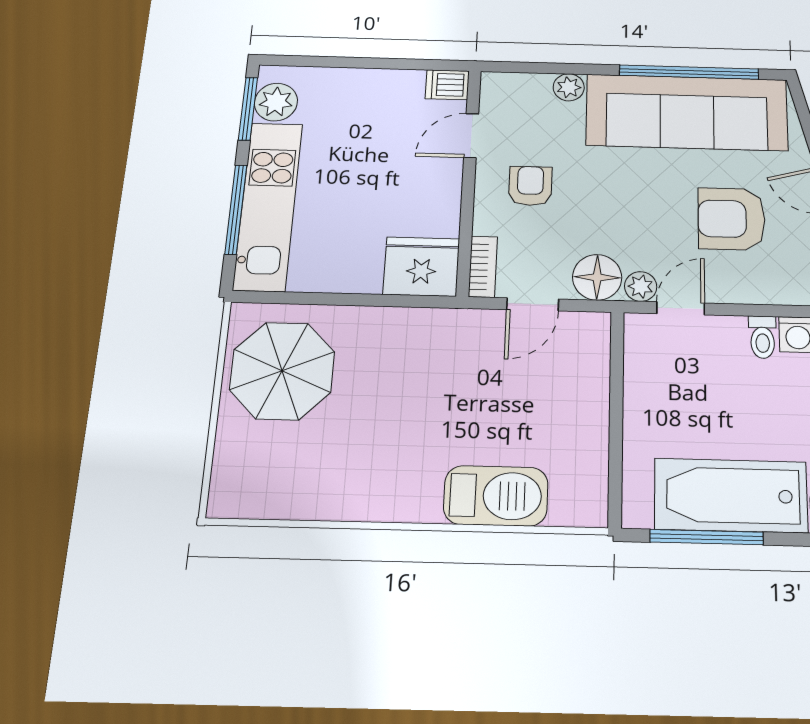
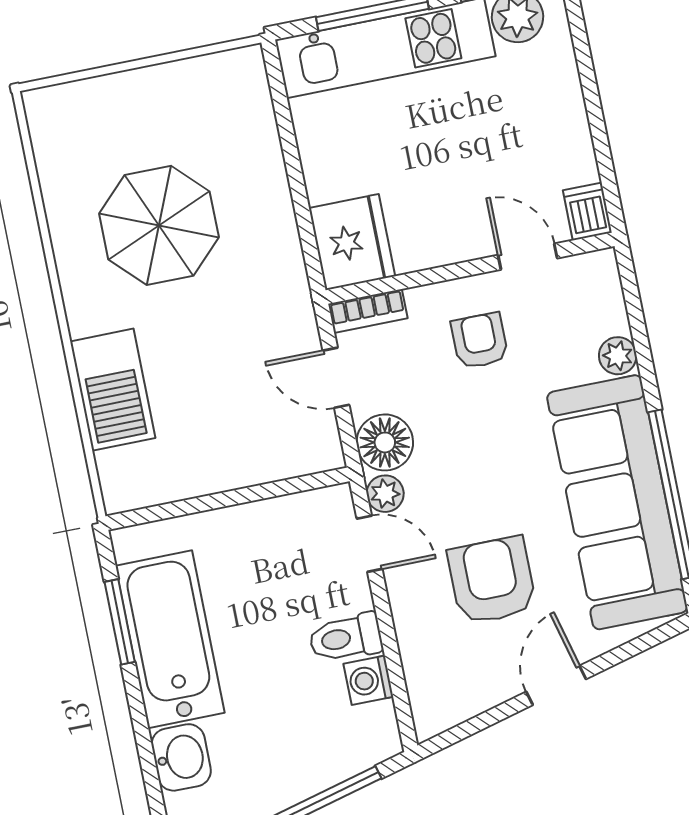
armchair: (530, 186) -> (480, 341), turned -90
toilet: (763, 337) -> (346, 638), width x1.37, depth x1.39
parasol: (282, 371) -> (159, 225), moved
window: (707, 537) -> (120, 622), width x0.69

